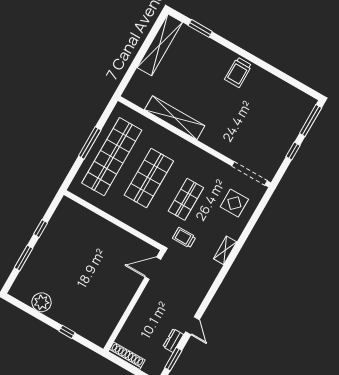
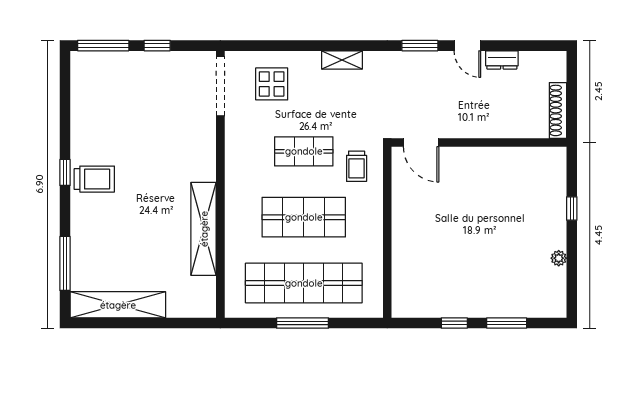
window: (200, 28) -> (65, 263), width x1.44
window: (251, 58) -> (65, 172), added
trolley: (184, 238) -> (357, 166), moved
plant: (42, 302) -> (559, 258), width x0.53, depth x0.53
door: (193, 326) -> (467, 46), swing flipped
window: (173, 359) -> (420, 46), moved

